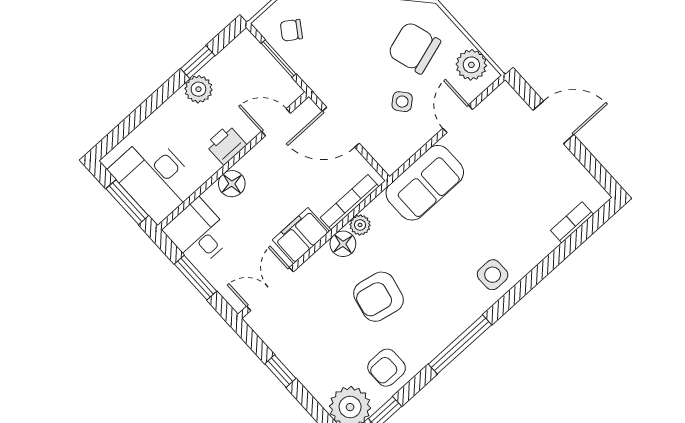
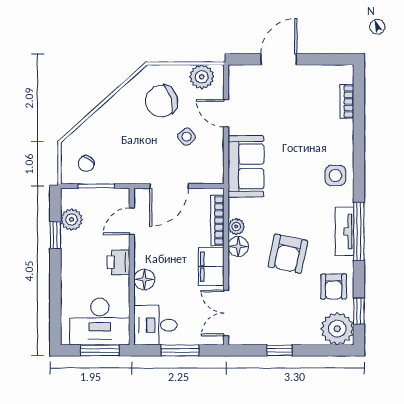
plant: (198, 89) -> (72, 220), moved
tv unit: (448, 331) -> (344, 231), added

